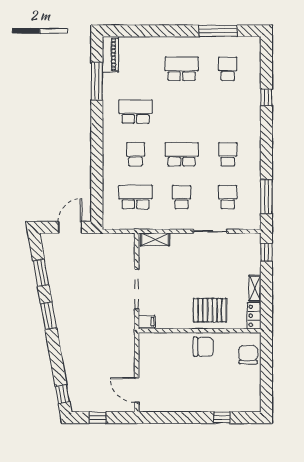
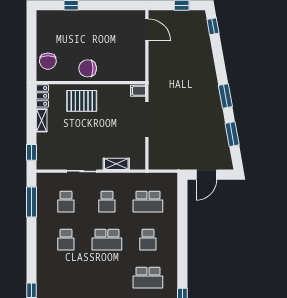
shelving: (155, 239) -> (116, 164), moved

